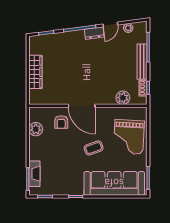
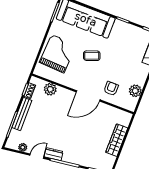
door: (82, 106) -> (88, 96), swing flipped

